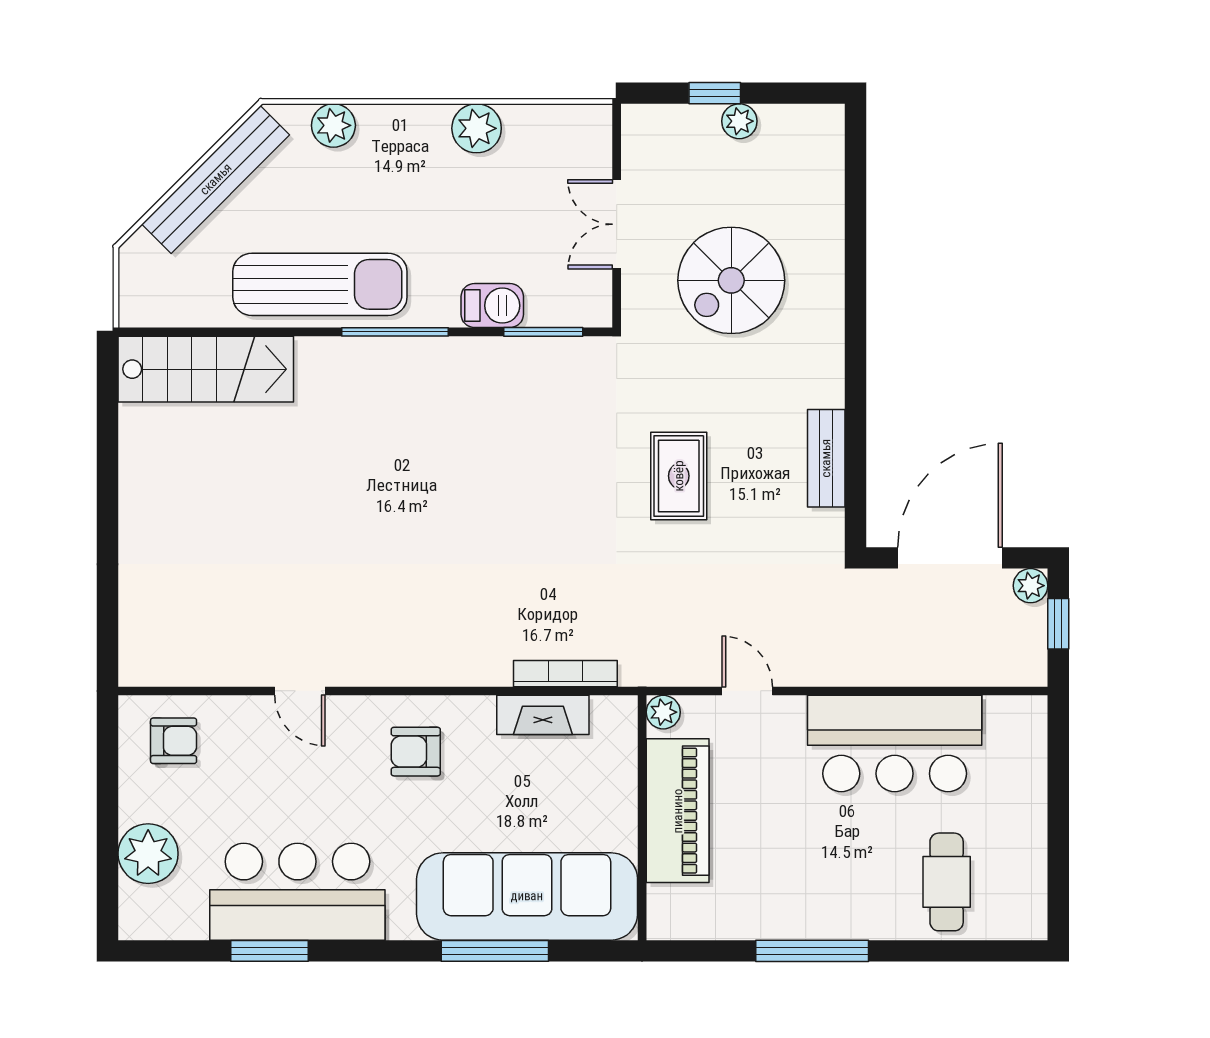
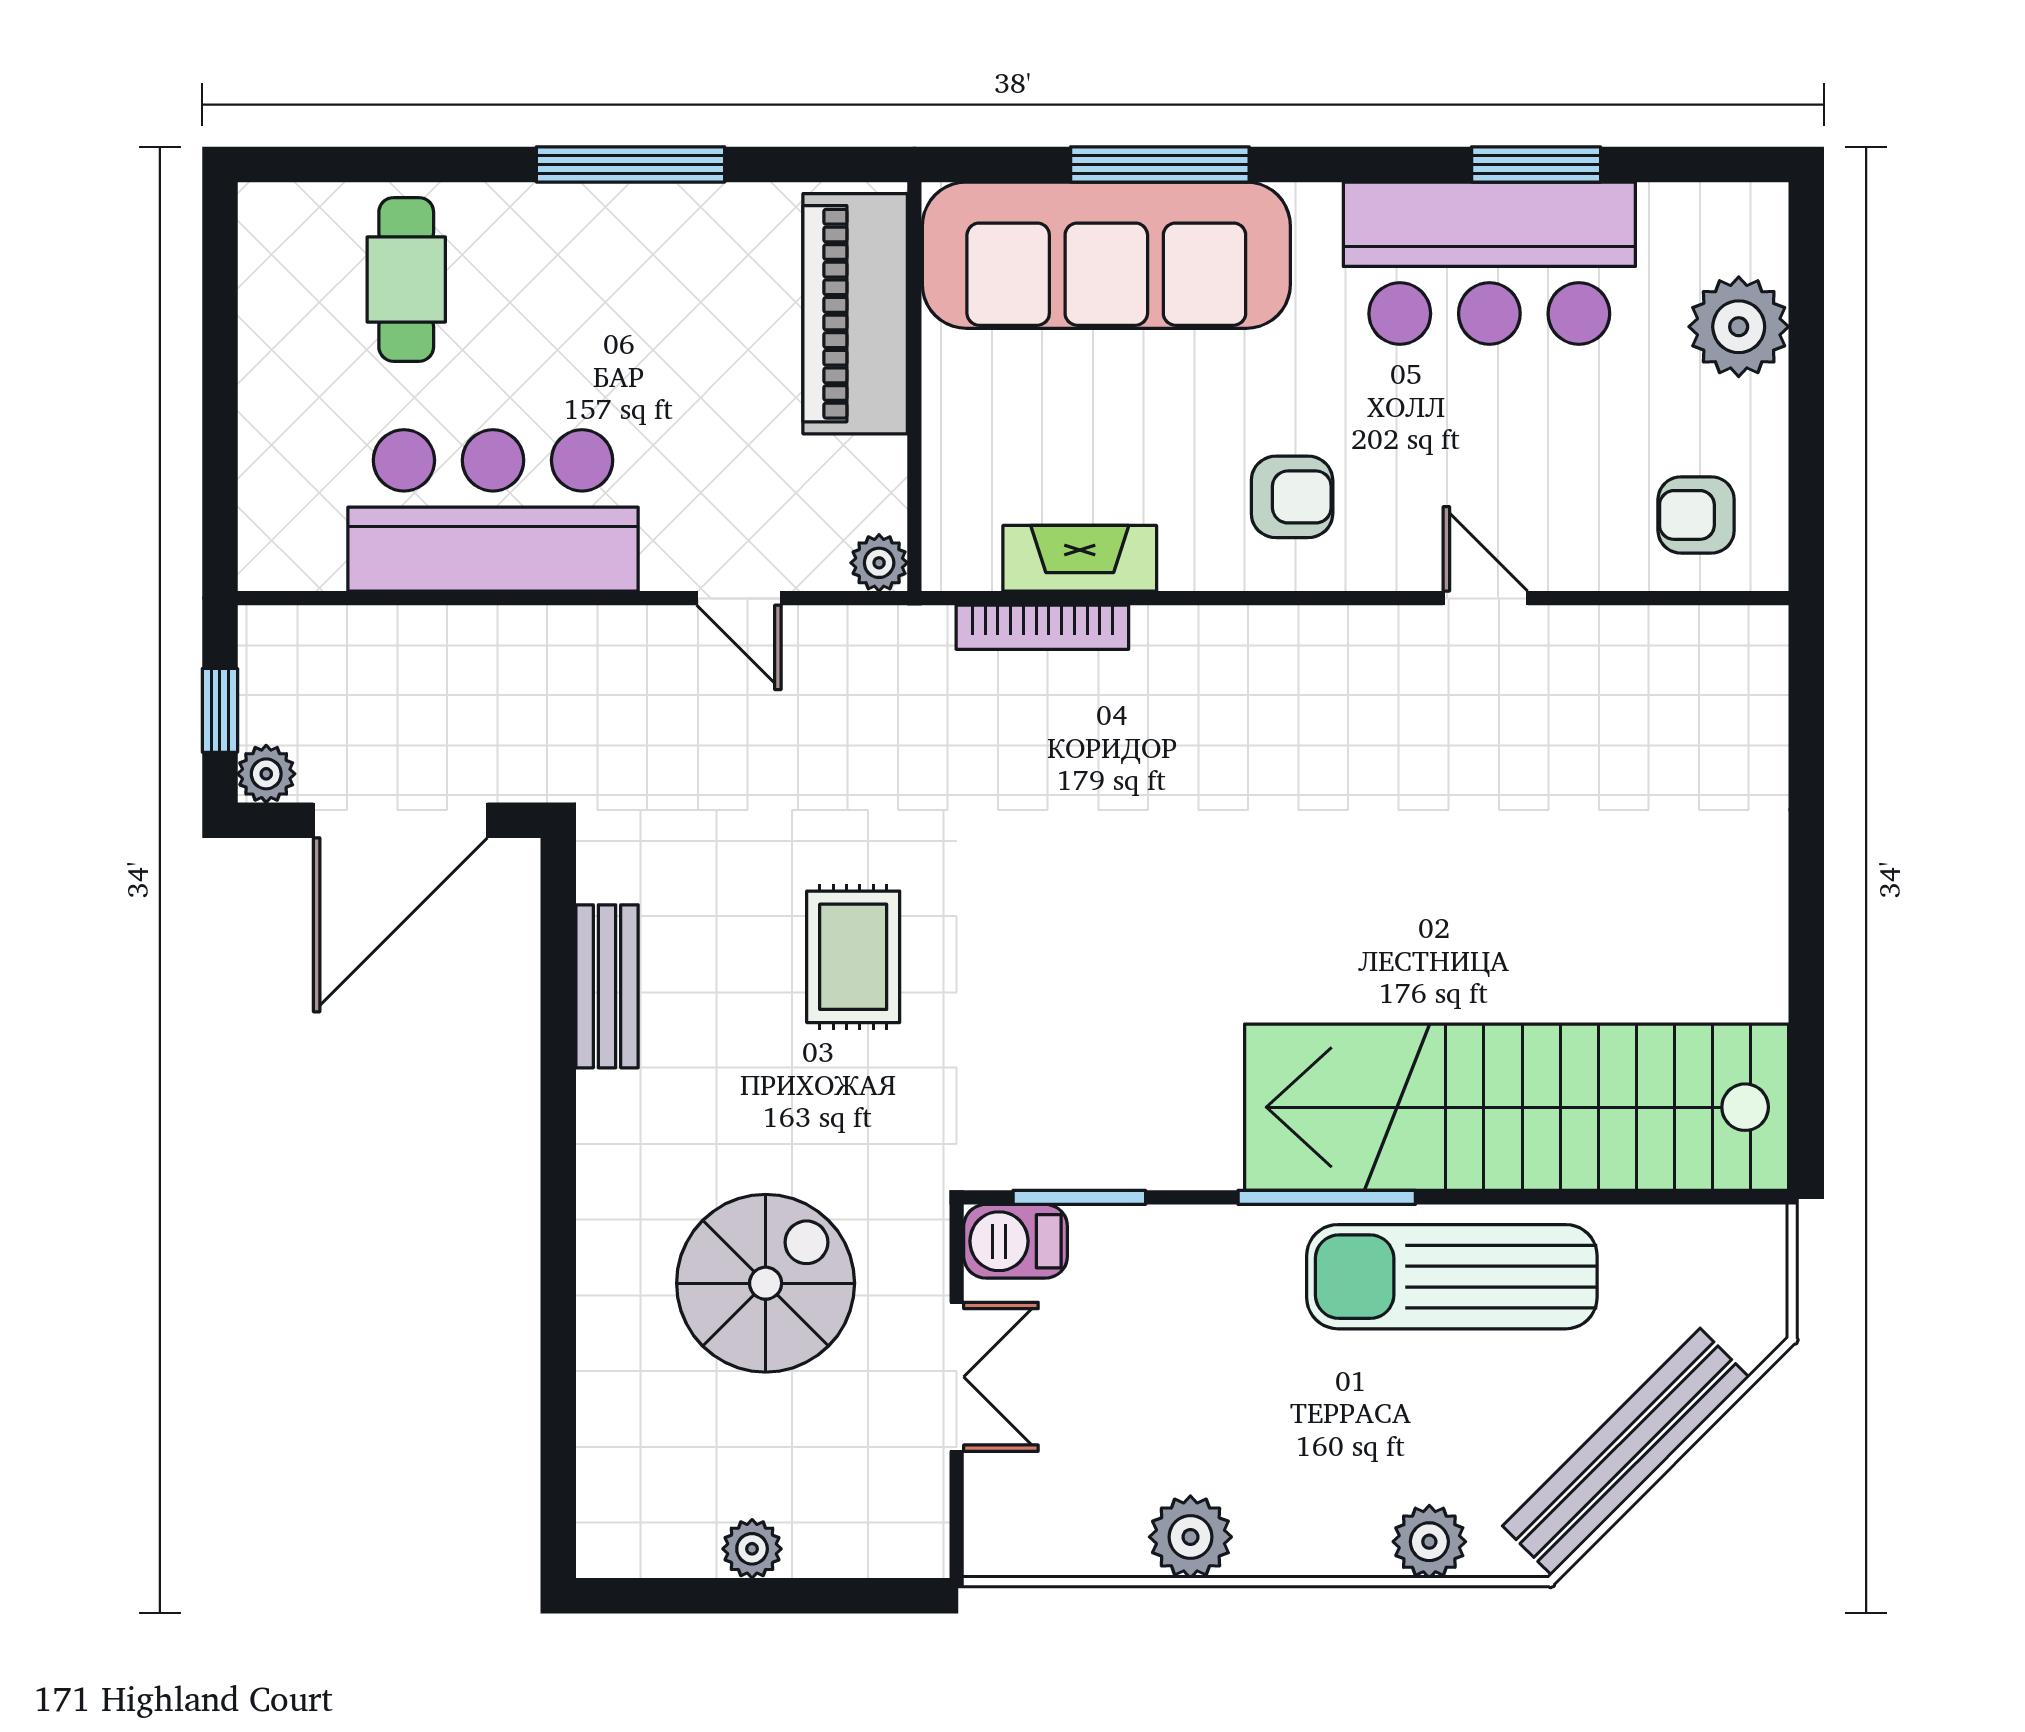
window: (715, 93) -> (793, 1596), removed
barbecue: (492, 306) -> (1016, 1241), moved
stairs: (206, 369) -> (1517, 1107), width x1.86, depth x1.51
piano: (678, 811) -> (855, 314), moved

